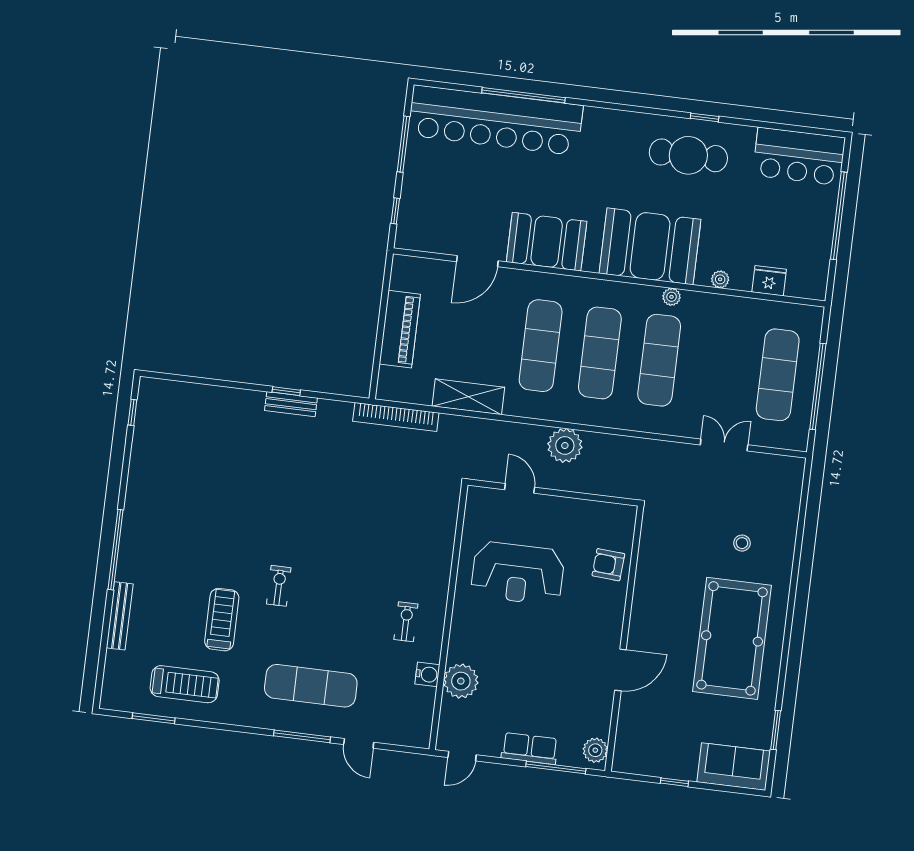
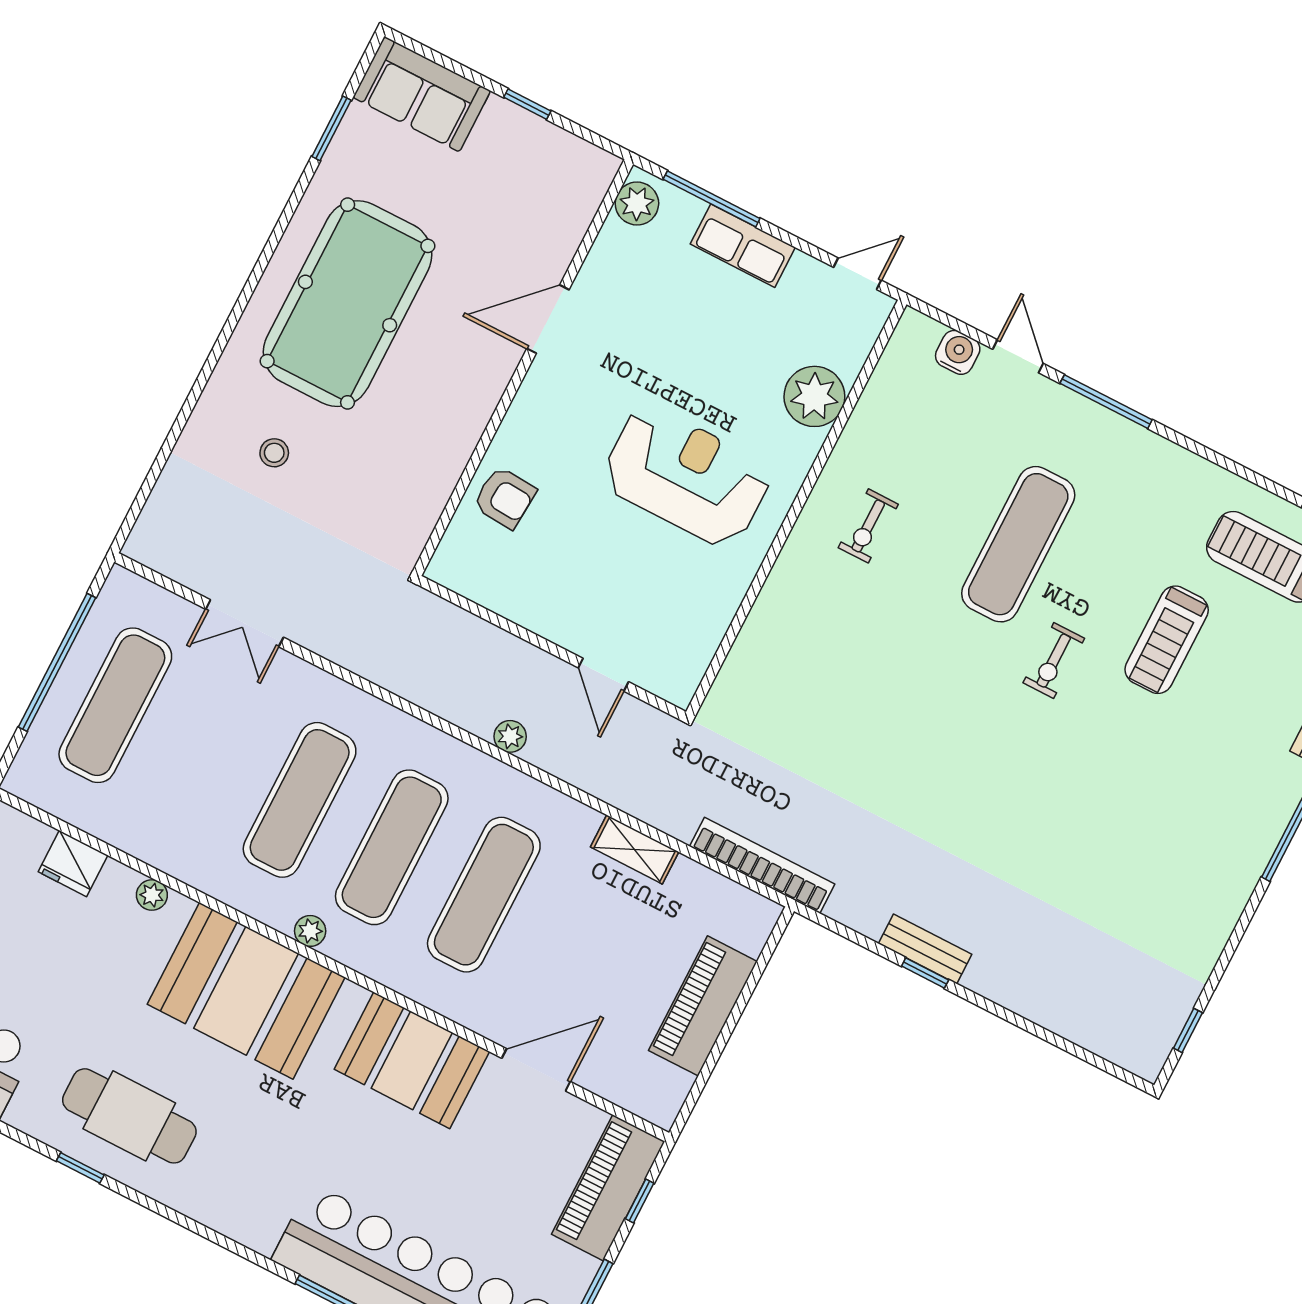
piano: (415, 212) -> (608, 1188), added
plant: (672, 297) -> (310, 931), moved
shelving: (468, 397) -> (635, 849), width x0.67, depth x0.75
plant: (565, 445) -> (510, 736), width x0.53, depth x0.53
reception desk: (518, 573) -> (687, 476), moved
water cooler: (427, 674) -> (958, 352), moved, turned 90
exercise mat: (311, 686) -> (1018, 544), moved, turned 90

